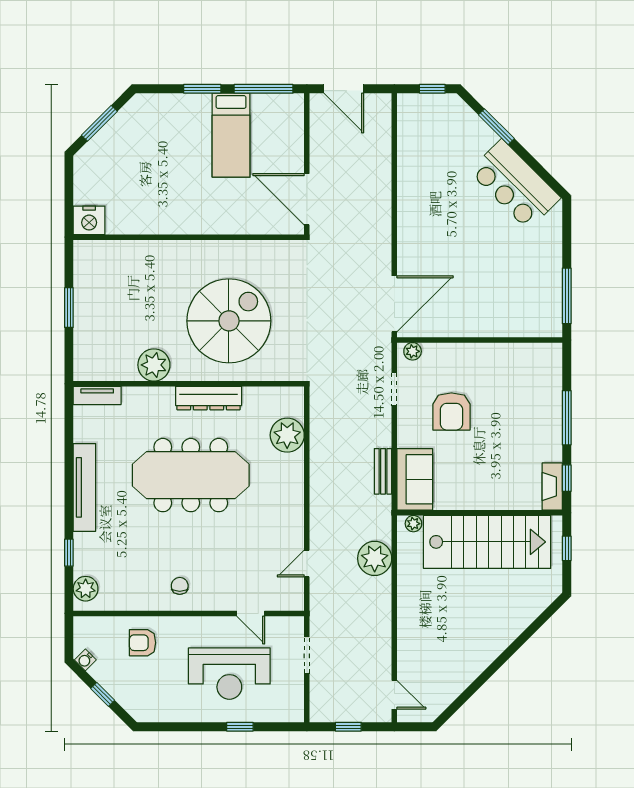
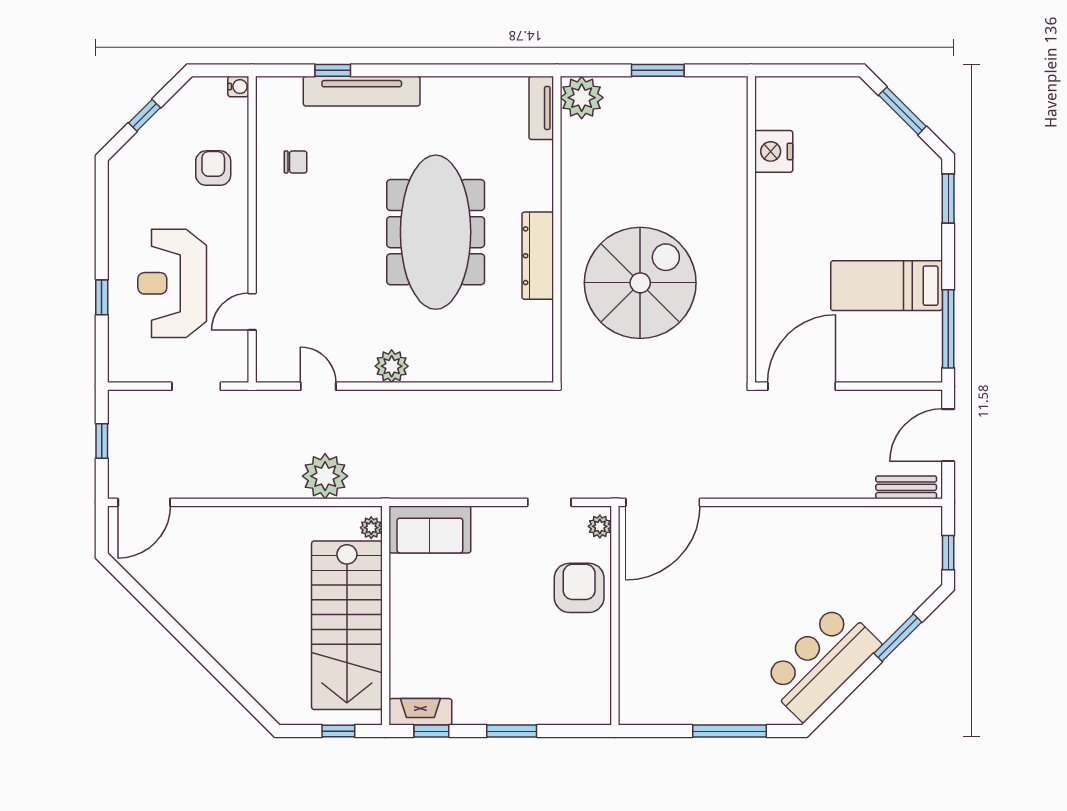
window: (202, 89) -> (948, 199), moved
nightstand: (89, 220) -> (774, 151), moved
window: (567, 296) -> (730, 731), moved
door: (394, 304) -> (663, 502), hinge flipped
spiral stairs: (229, 321) -> (640, 283), turned -90
plant: (154, 365) -> (582, 98), moved
armchair: (451, 411) -> (579, 588), moved, turned 90
window: (567, 418) -> (512, 731), width x0.69
plant: (287, 435) -> (392, 366), moved, width x0.73, depth x0.73
bench: (383, 471) -> (906, 487), moved
tv unit: (84, 487) -> (362, 91), moved
chair: (180, 586) -> (295, 162), moved
plant: (86, 589) -> (285, 93), removed
water cooler: (85, 660) -> (238, 87), moved, turned 135
door: (394, 695) -> (144, 502), width x1.38

